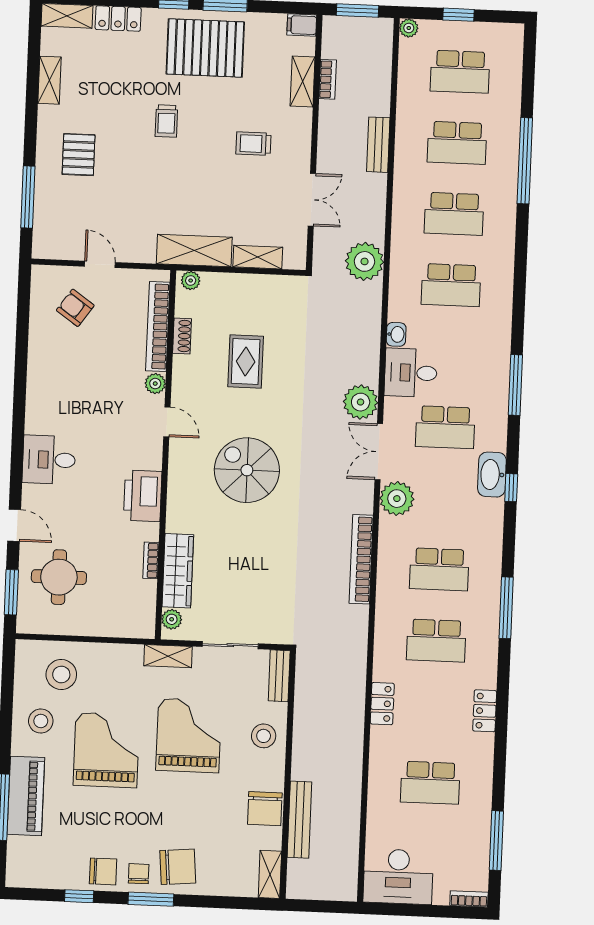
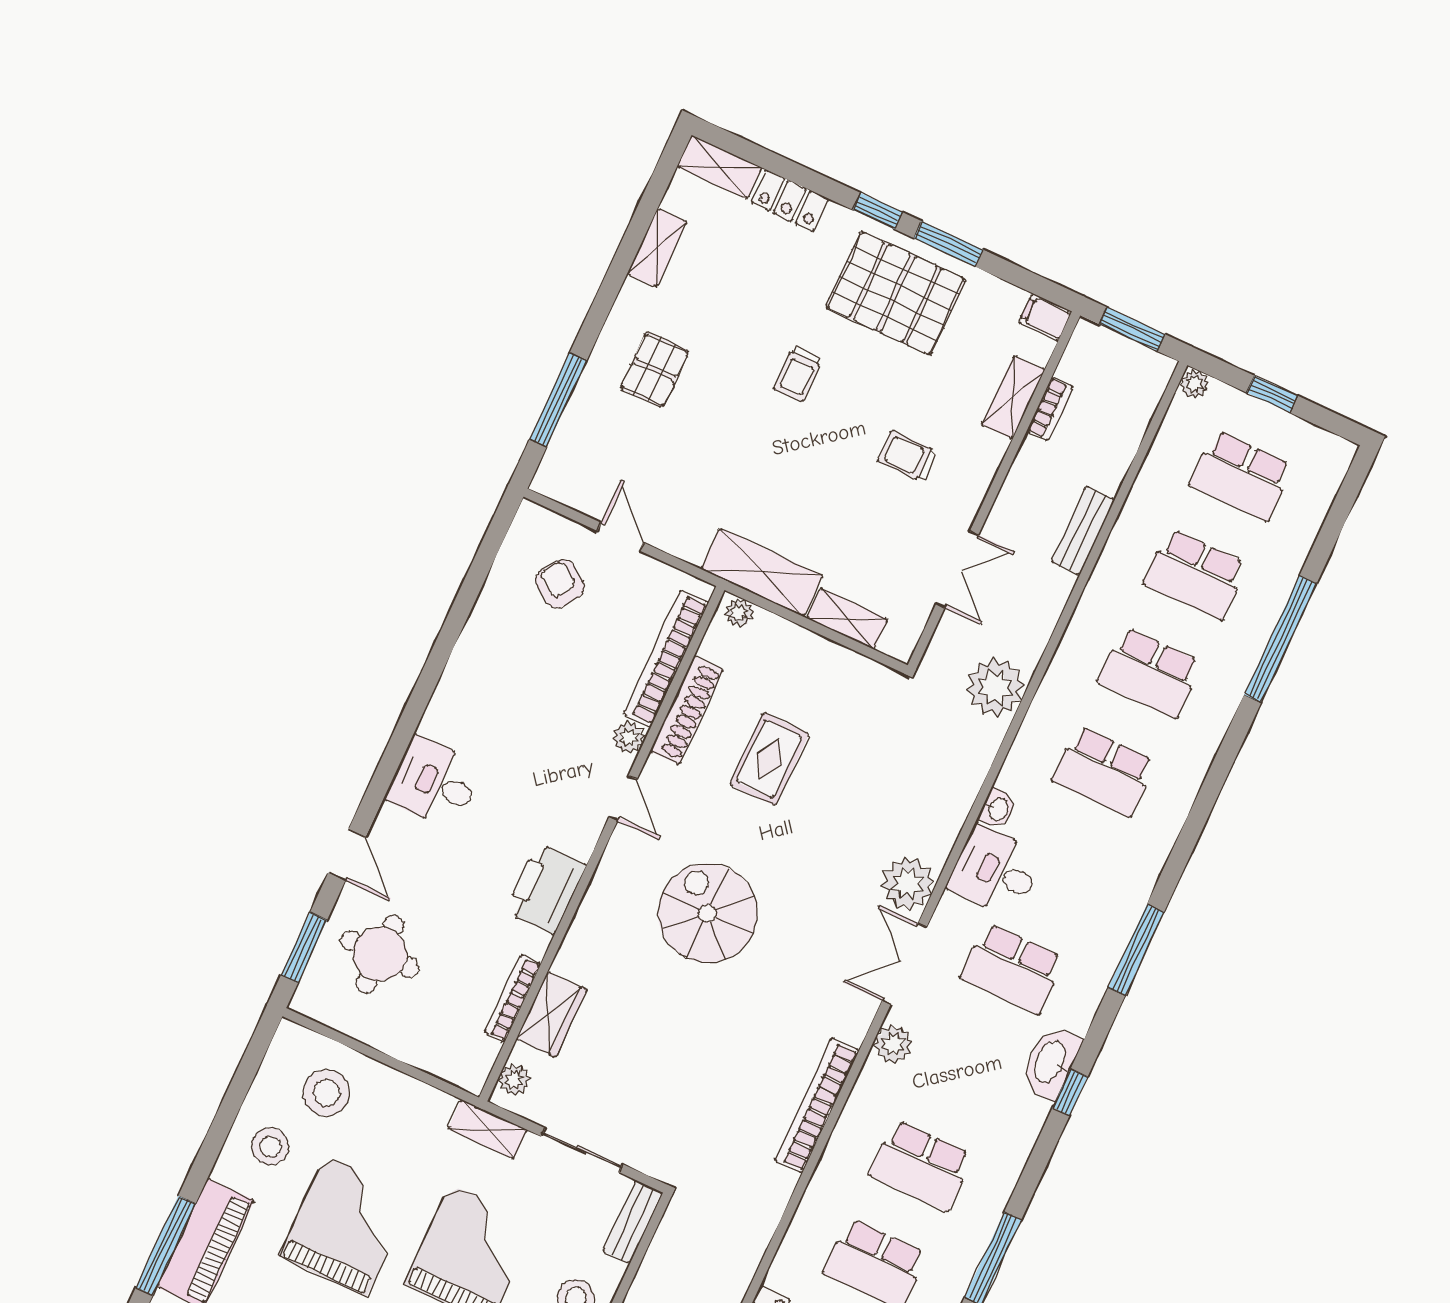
shoe rack: (182, 336) -> (687, 710), width x1.94, depth x1.24
plant: (397, 499) -> (893, 1044), width x0.73, depth x0.73
bookcase: (151, 560) -> (513, 999), width x1.56
wardrobe: (178, 571) -> (551, 1015), width x0.67

